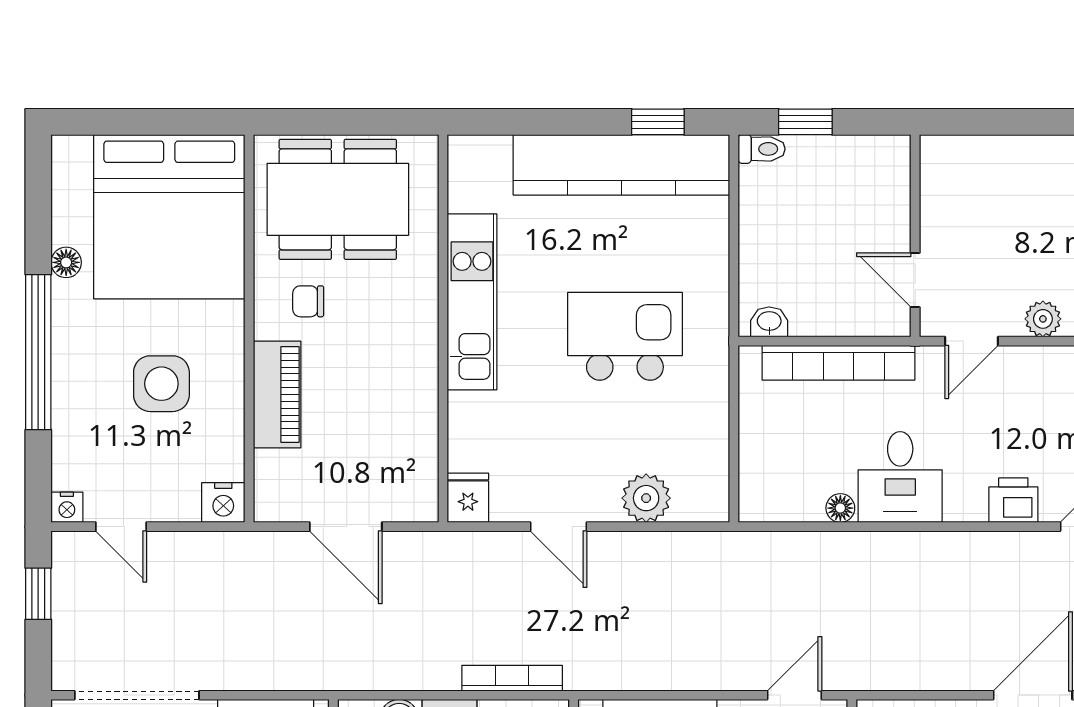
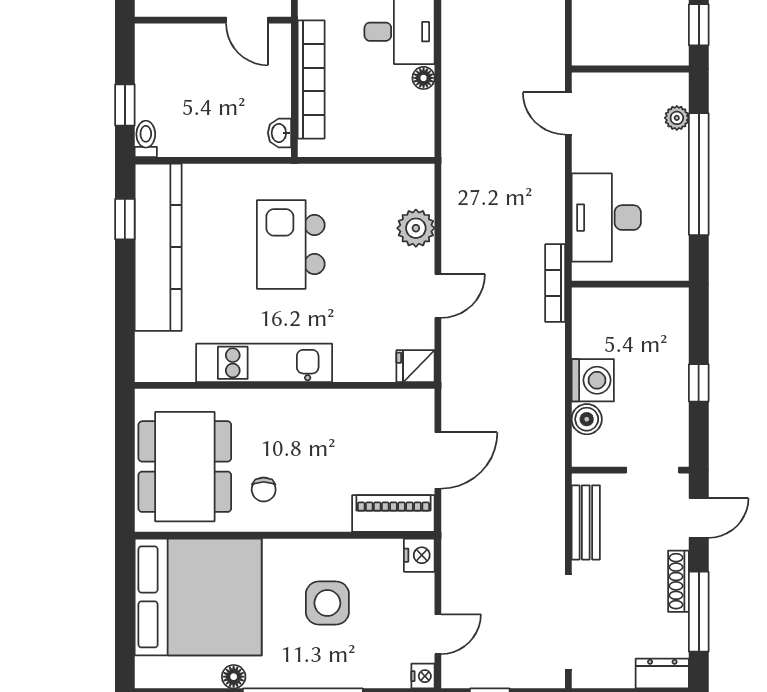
door: (915, 280) -> (247, 20), hinge flipped
piano: (277, 395) -> (393, 514), moved
bookcase: (512, 678) -> (555, 283), moved

